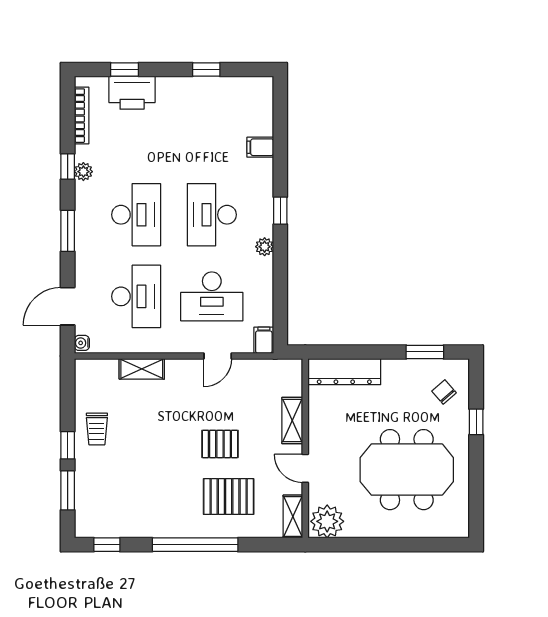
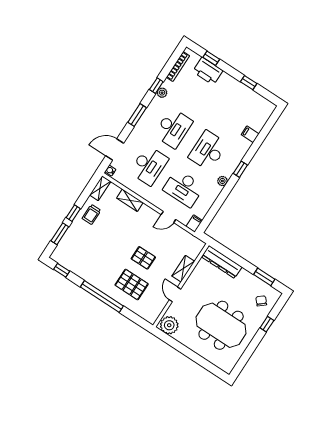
shelving: (293, 516) -> (100, 188), moved

